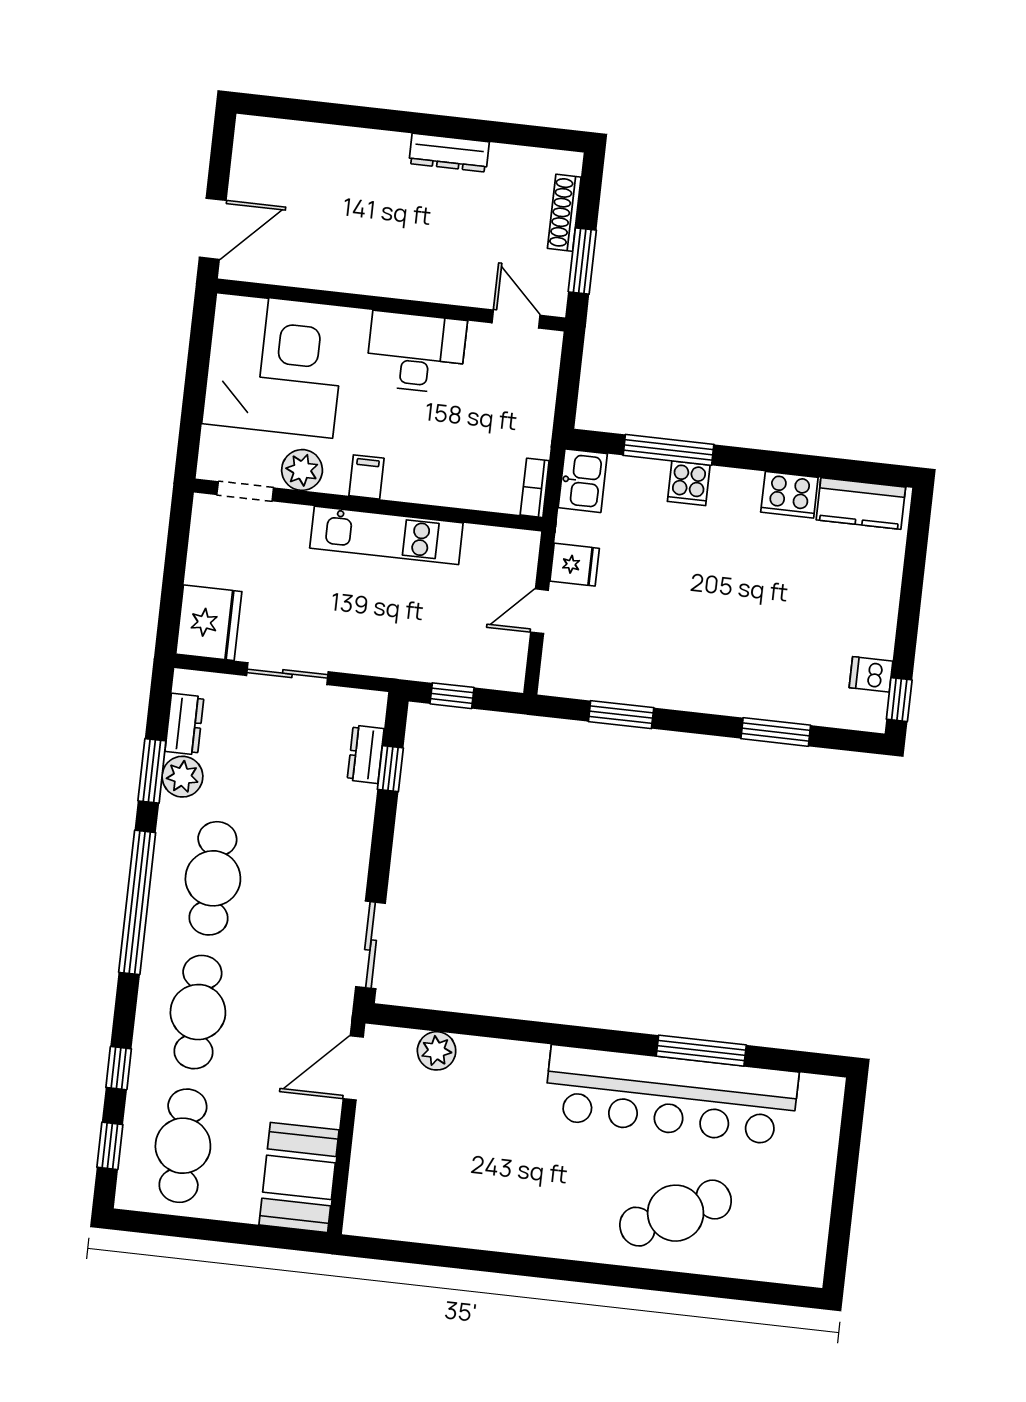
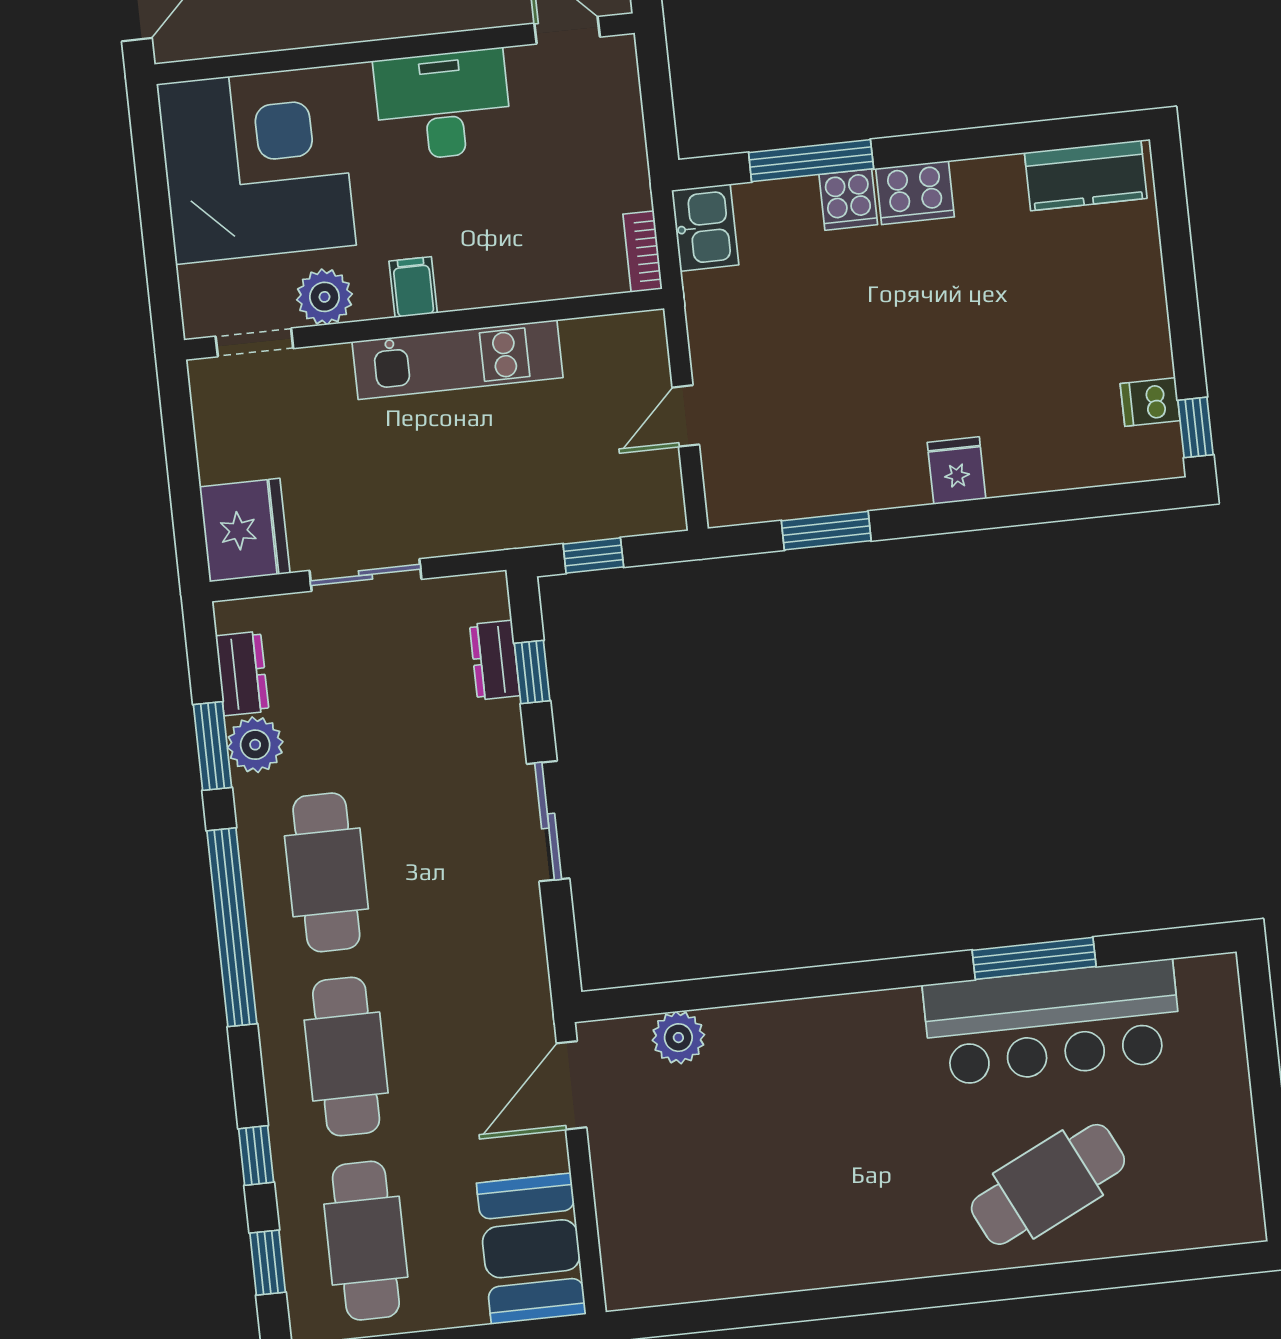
cooker: (789, 495) -> (915, 193), moved
fridge: (575, 565) -> (957, 471), moved, turned -90
window: (776, 732) -> (1039, 508), removed
sliding door: (371, 945) -> (548, 821), moved
bar counter: (671, 1095) -> (1052, 1023), width x0.73

